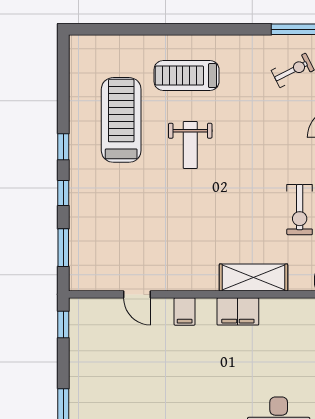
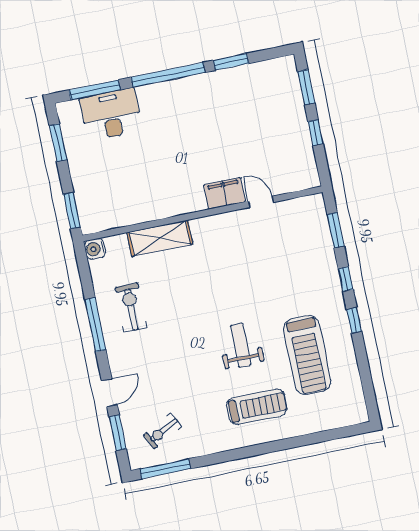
filing cabinet: (185, 311) -> (225, 193), width x2.00
filing cabinet: (238, 311) -> (168, 205), removed
window: (63, 324) -> (316, 133), moved

